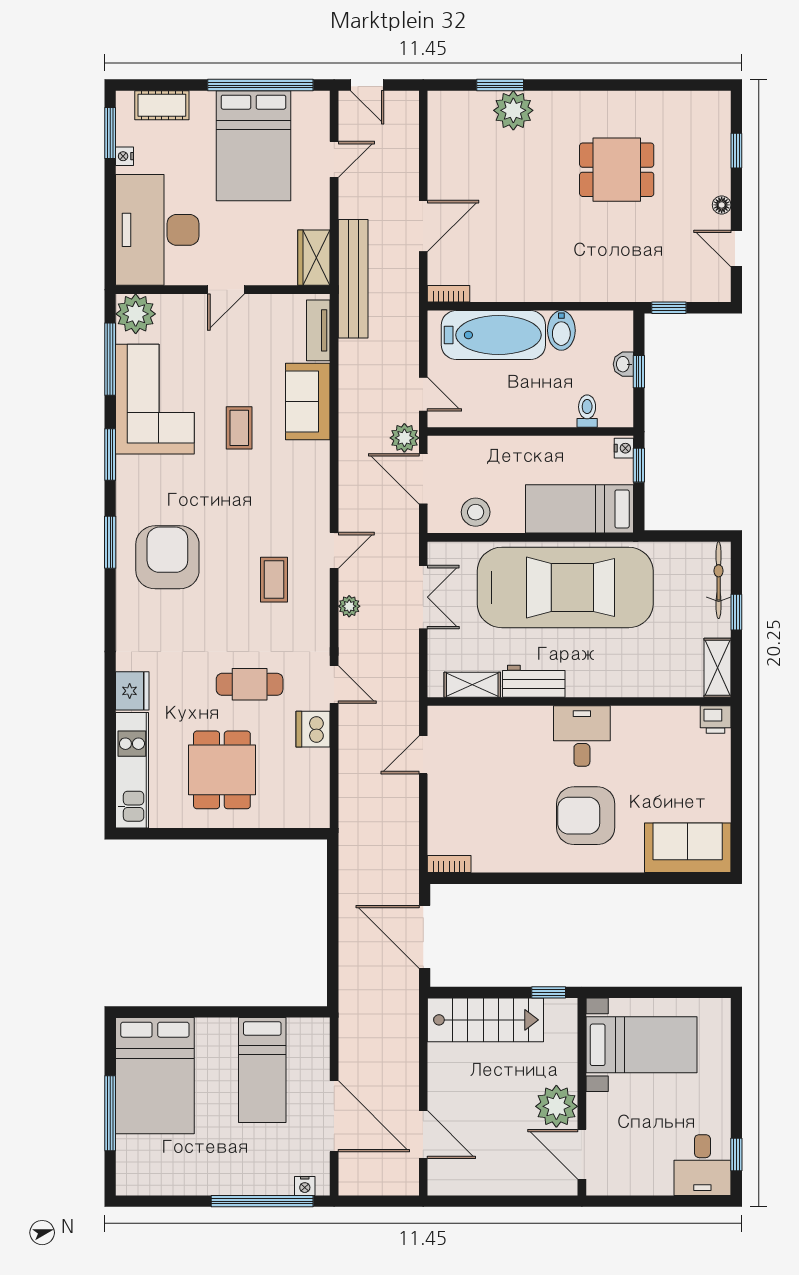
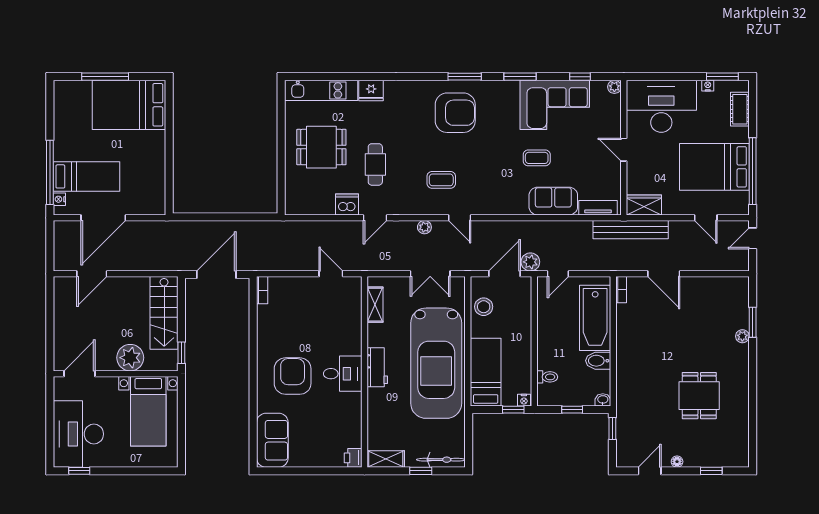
plant: (513, 110) -> (742, 336), width x0.53, depth x0.53
plant: (136, 314) -> (614, 87), width x0.53, depth x0.53
window: (110, 359) -> (580, 77), width x0.46
washbasin: (623, 364) -> (603, 400), moved
workbench: (534, 681) -> (377, 367), moved
bed: (262, 1070) -> (86, 176), moved, turned 180
plant: (556, 1106) -> (130, 358), moved
desk: (702, 1165) -> (78, 434), width x1.87, depth x1.30

